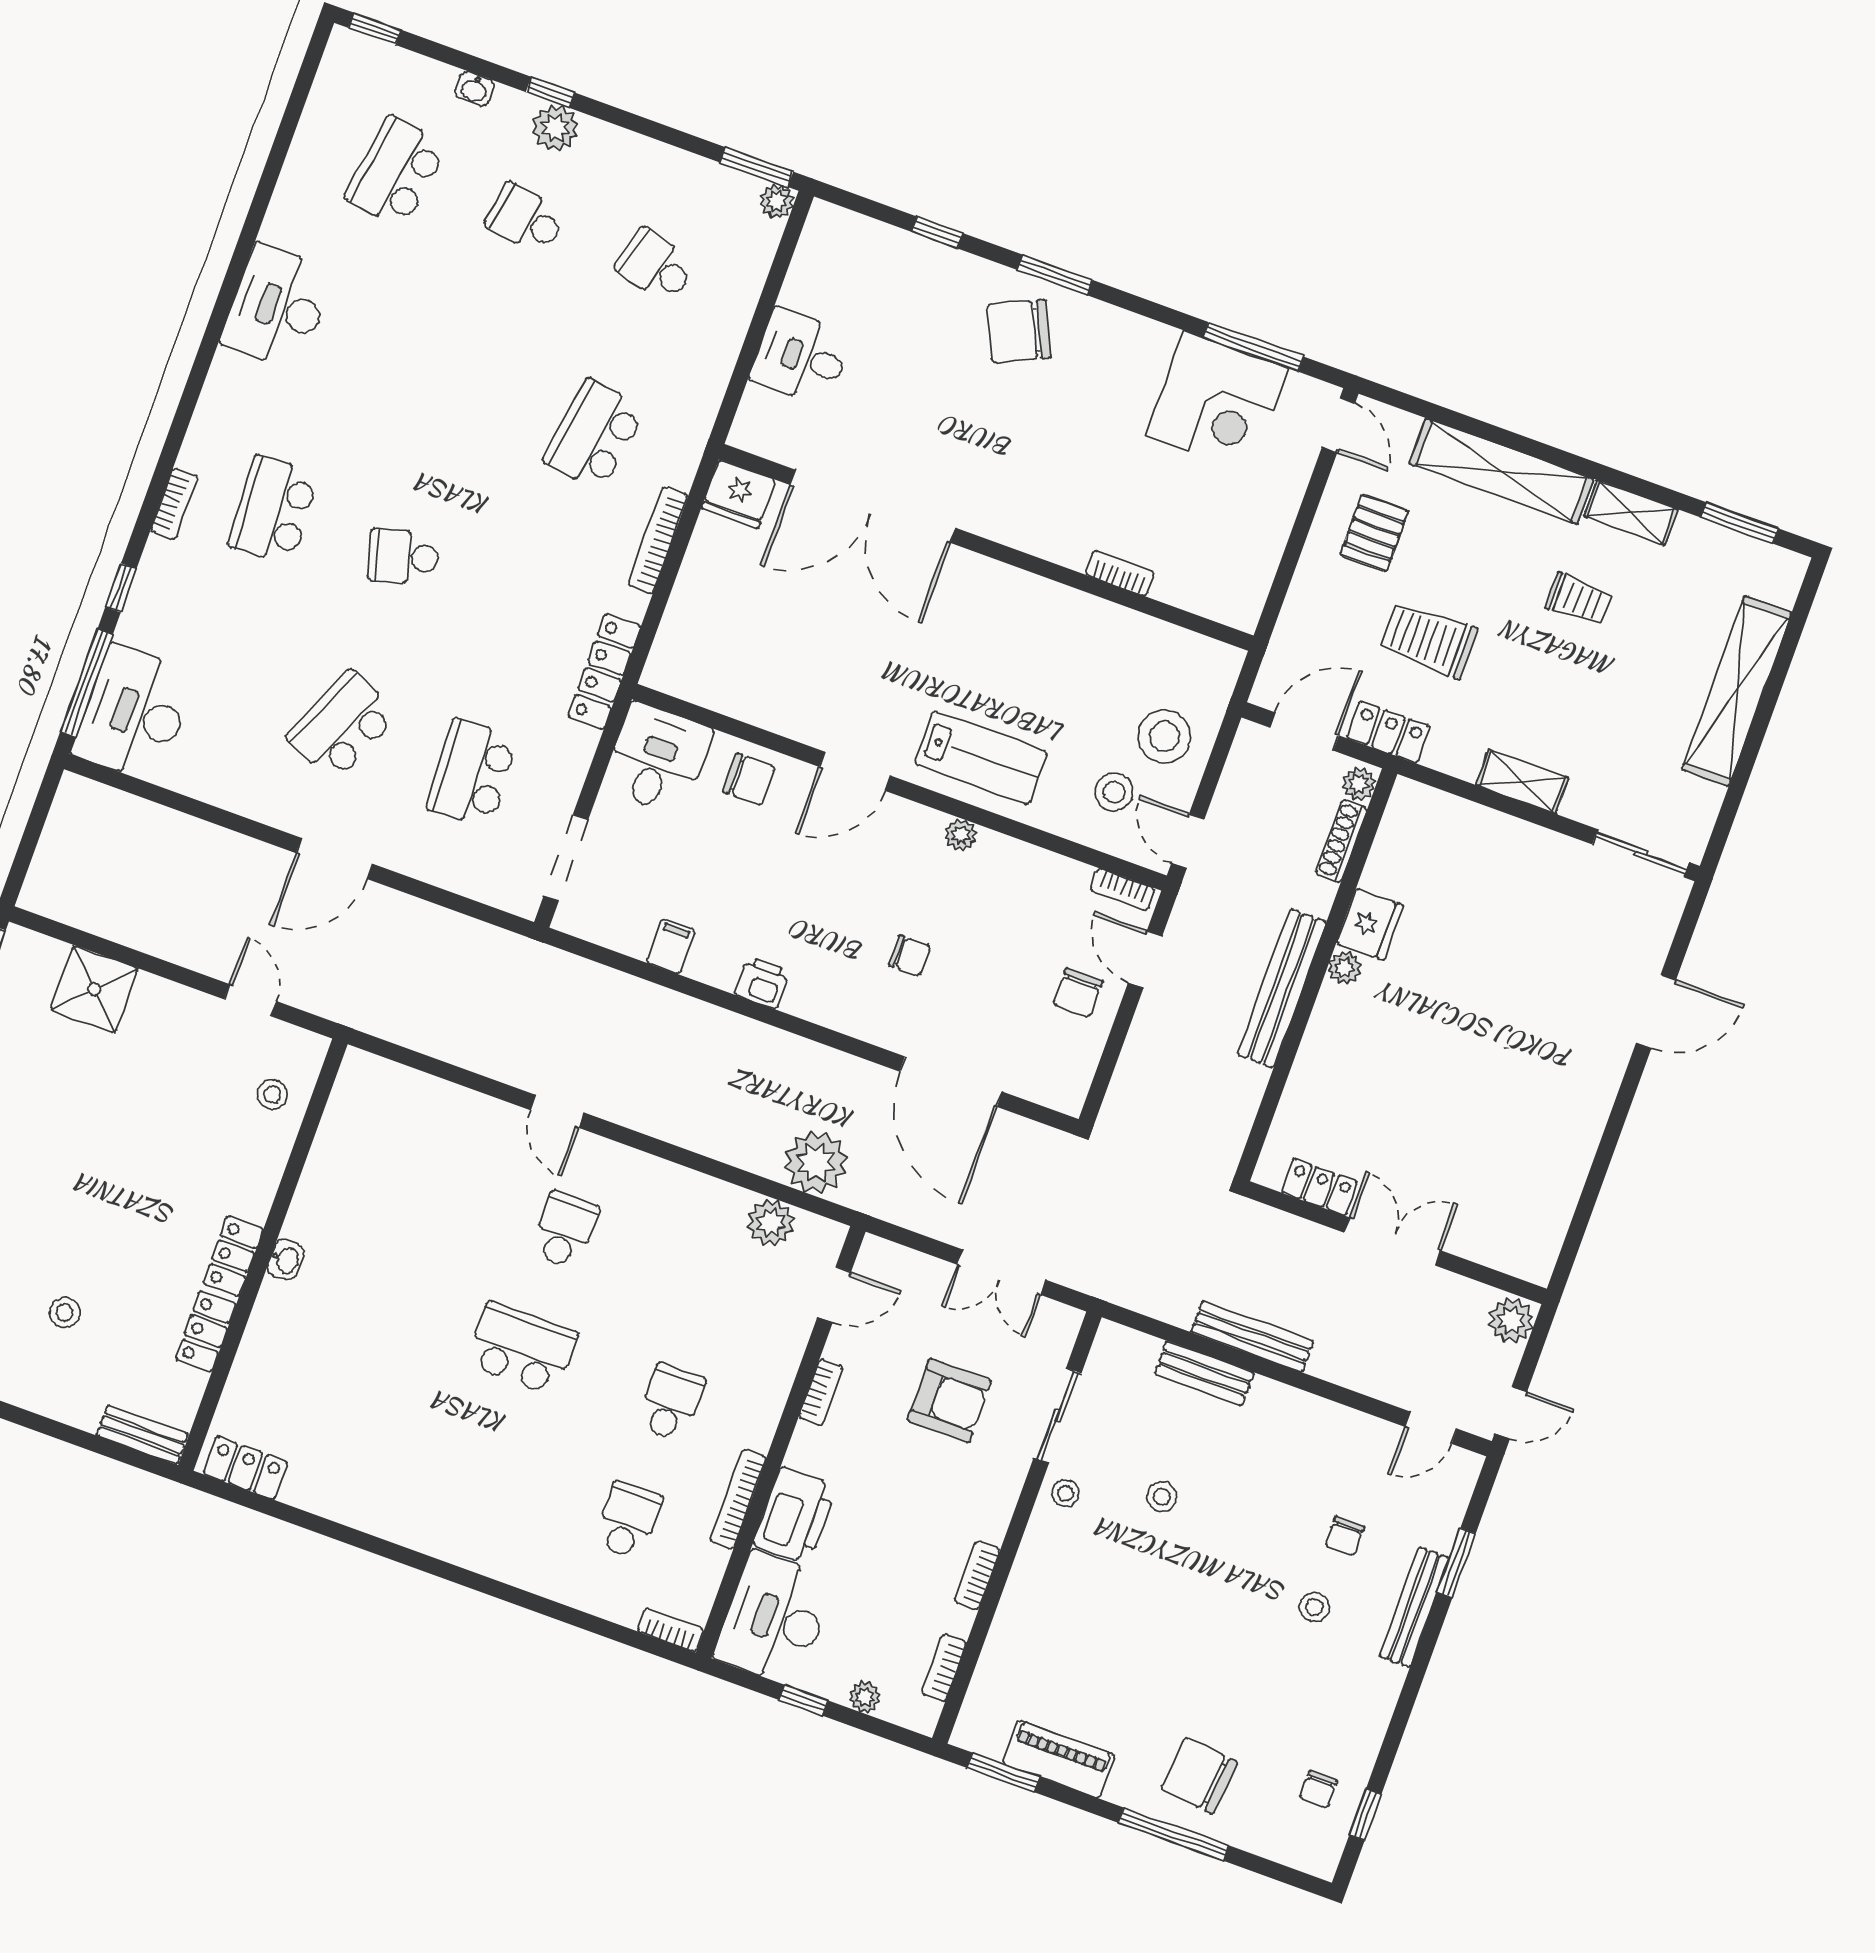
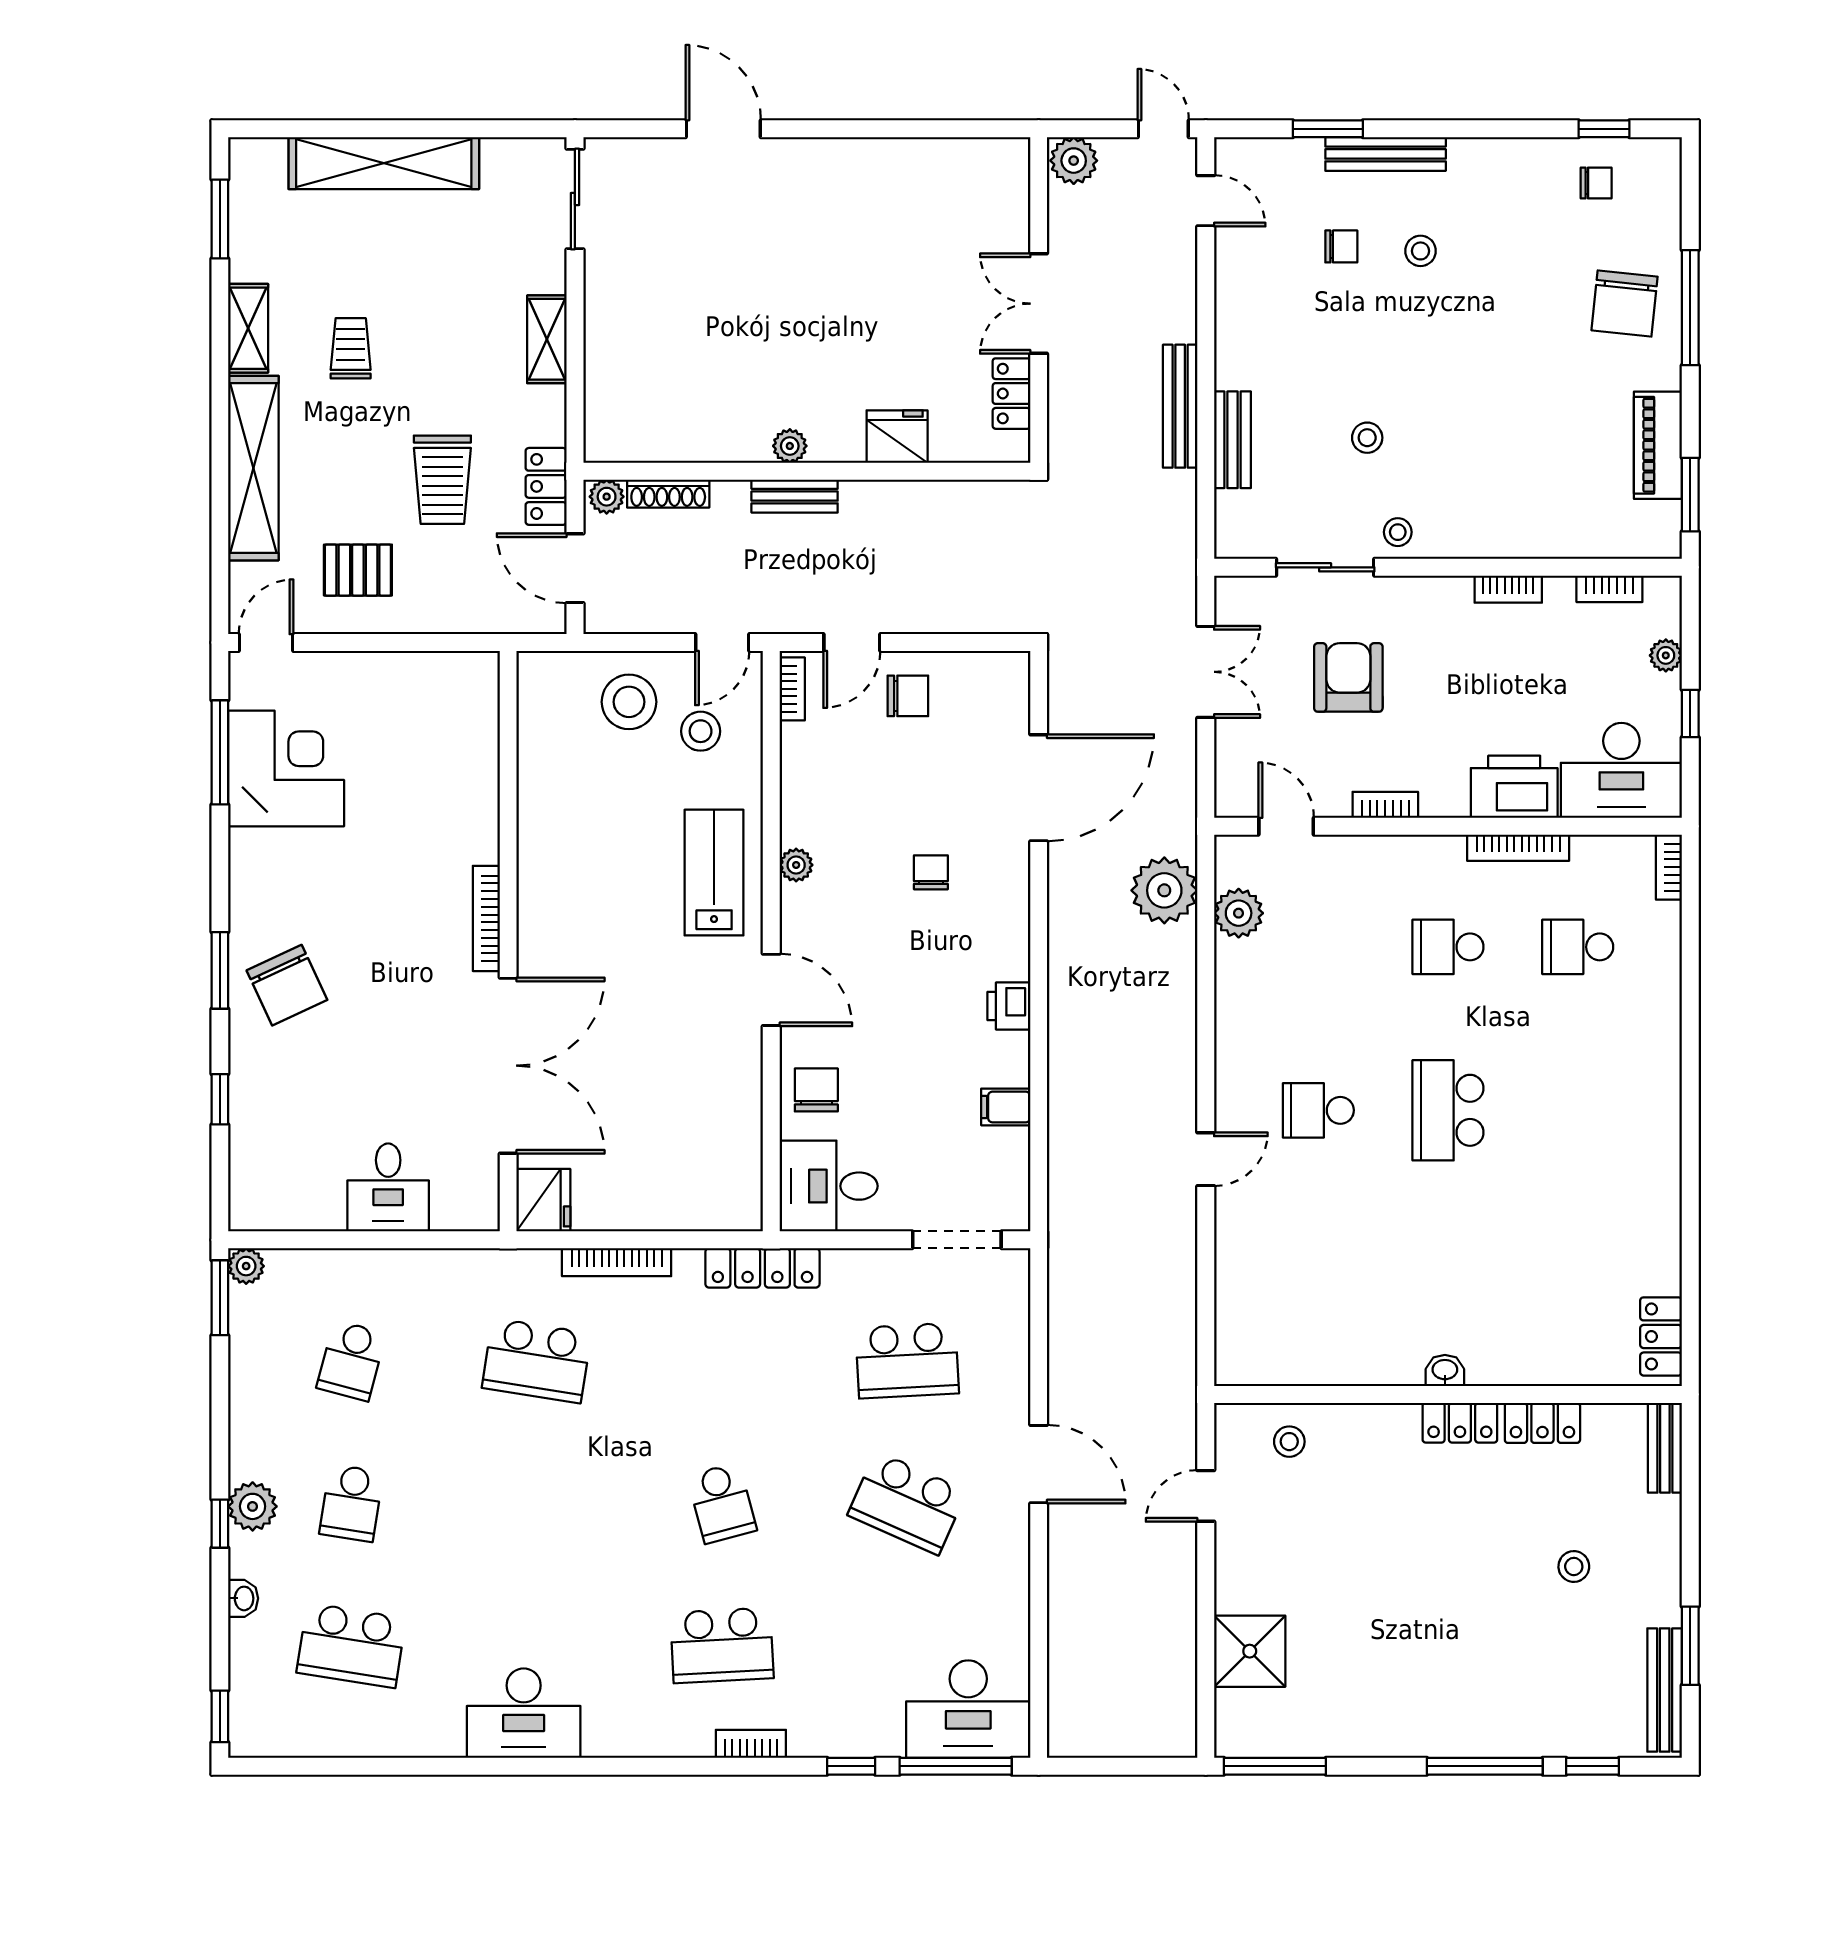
bookcase: (1120, 573) -> (486, 918), moved, width x1.56
fridge: (1370, 924) -> (897, 437), moved
bench: (1282, 988) -> (795, 496), width x0.54, depth x0.82

